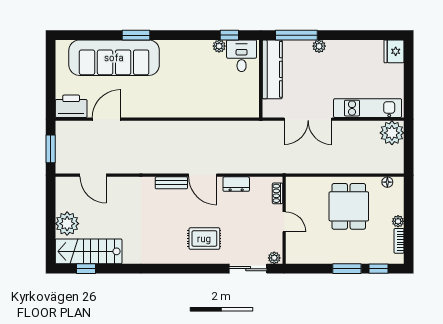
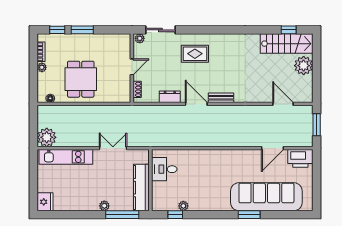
desk: (242, 56) -> (164, 169), moved, turned 90
double door: (308, 119) -> (113, 148), width x0.73
door: (284, 222) -> (132, 67), swing flipped

